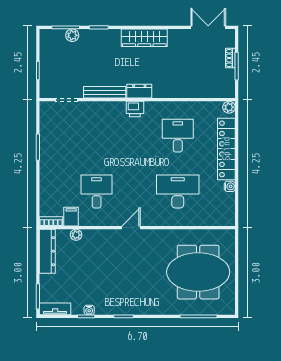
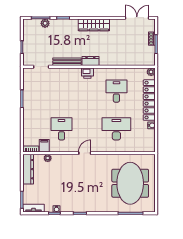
meeting table: (198, 272) -> (130, 183), turned 90

